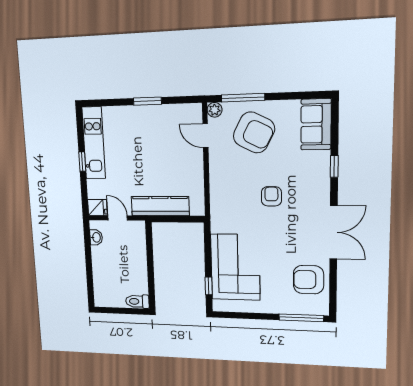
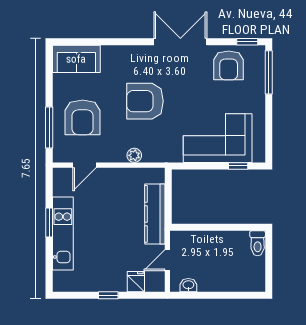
plant: (215, 110) -> (134, 155), moved
armchair: (254, 132) -> (83, 117), turned 153
kitchen unit: (94, 143) -> (63, 234), moved, turned 90
window: (334, 166) -> (247, 42), moved
armchair: (271, 196) -> (145, 101), width x1.88, depth x1.88
fridge: (97, 207) -> (136, 282), moved

